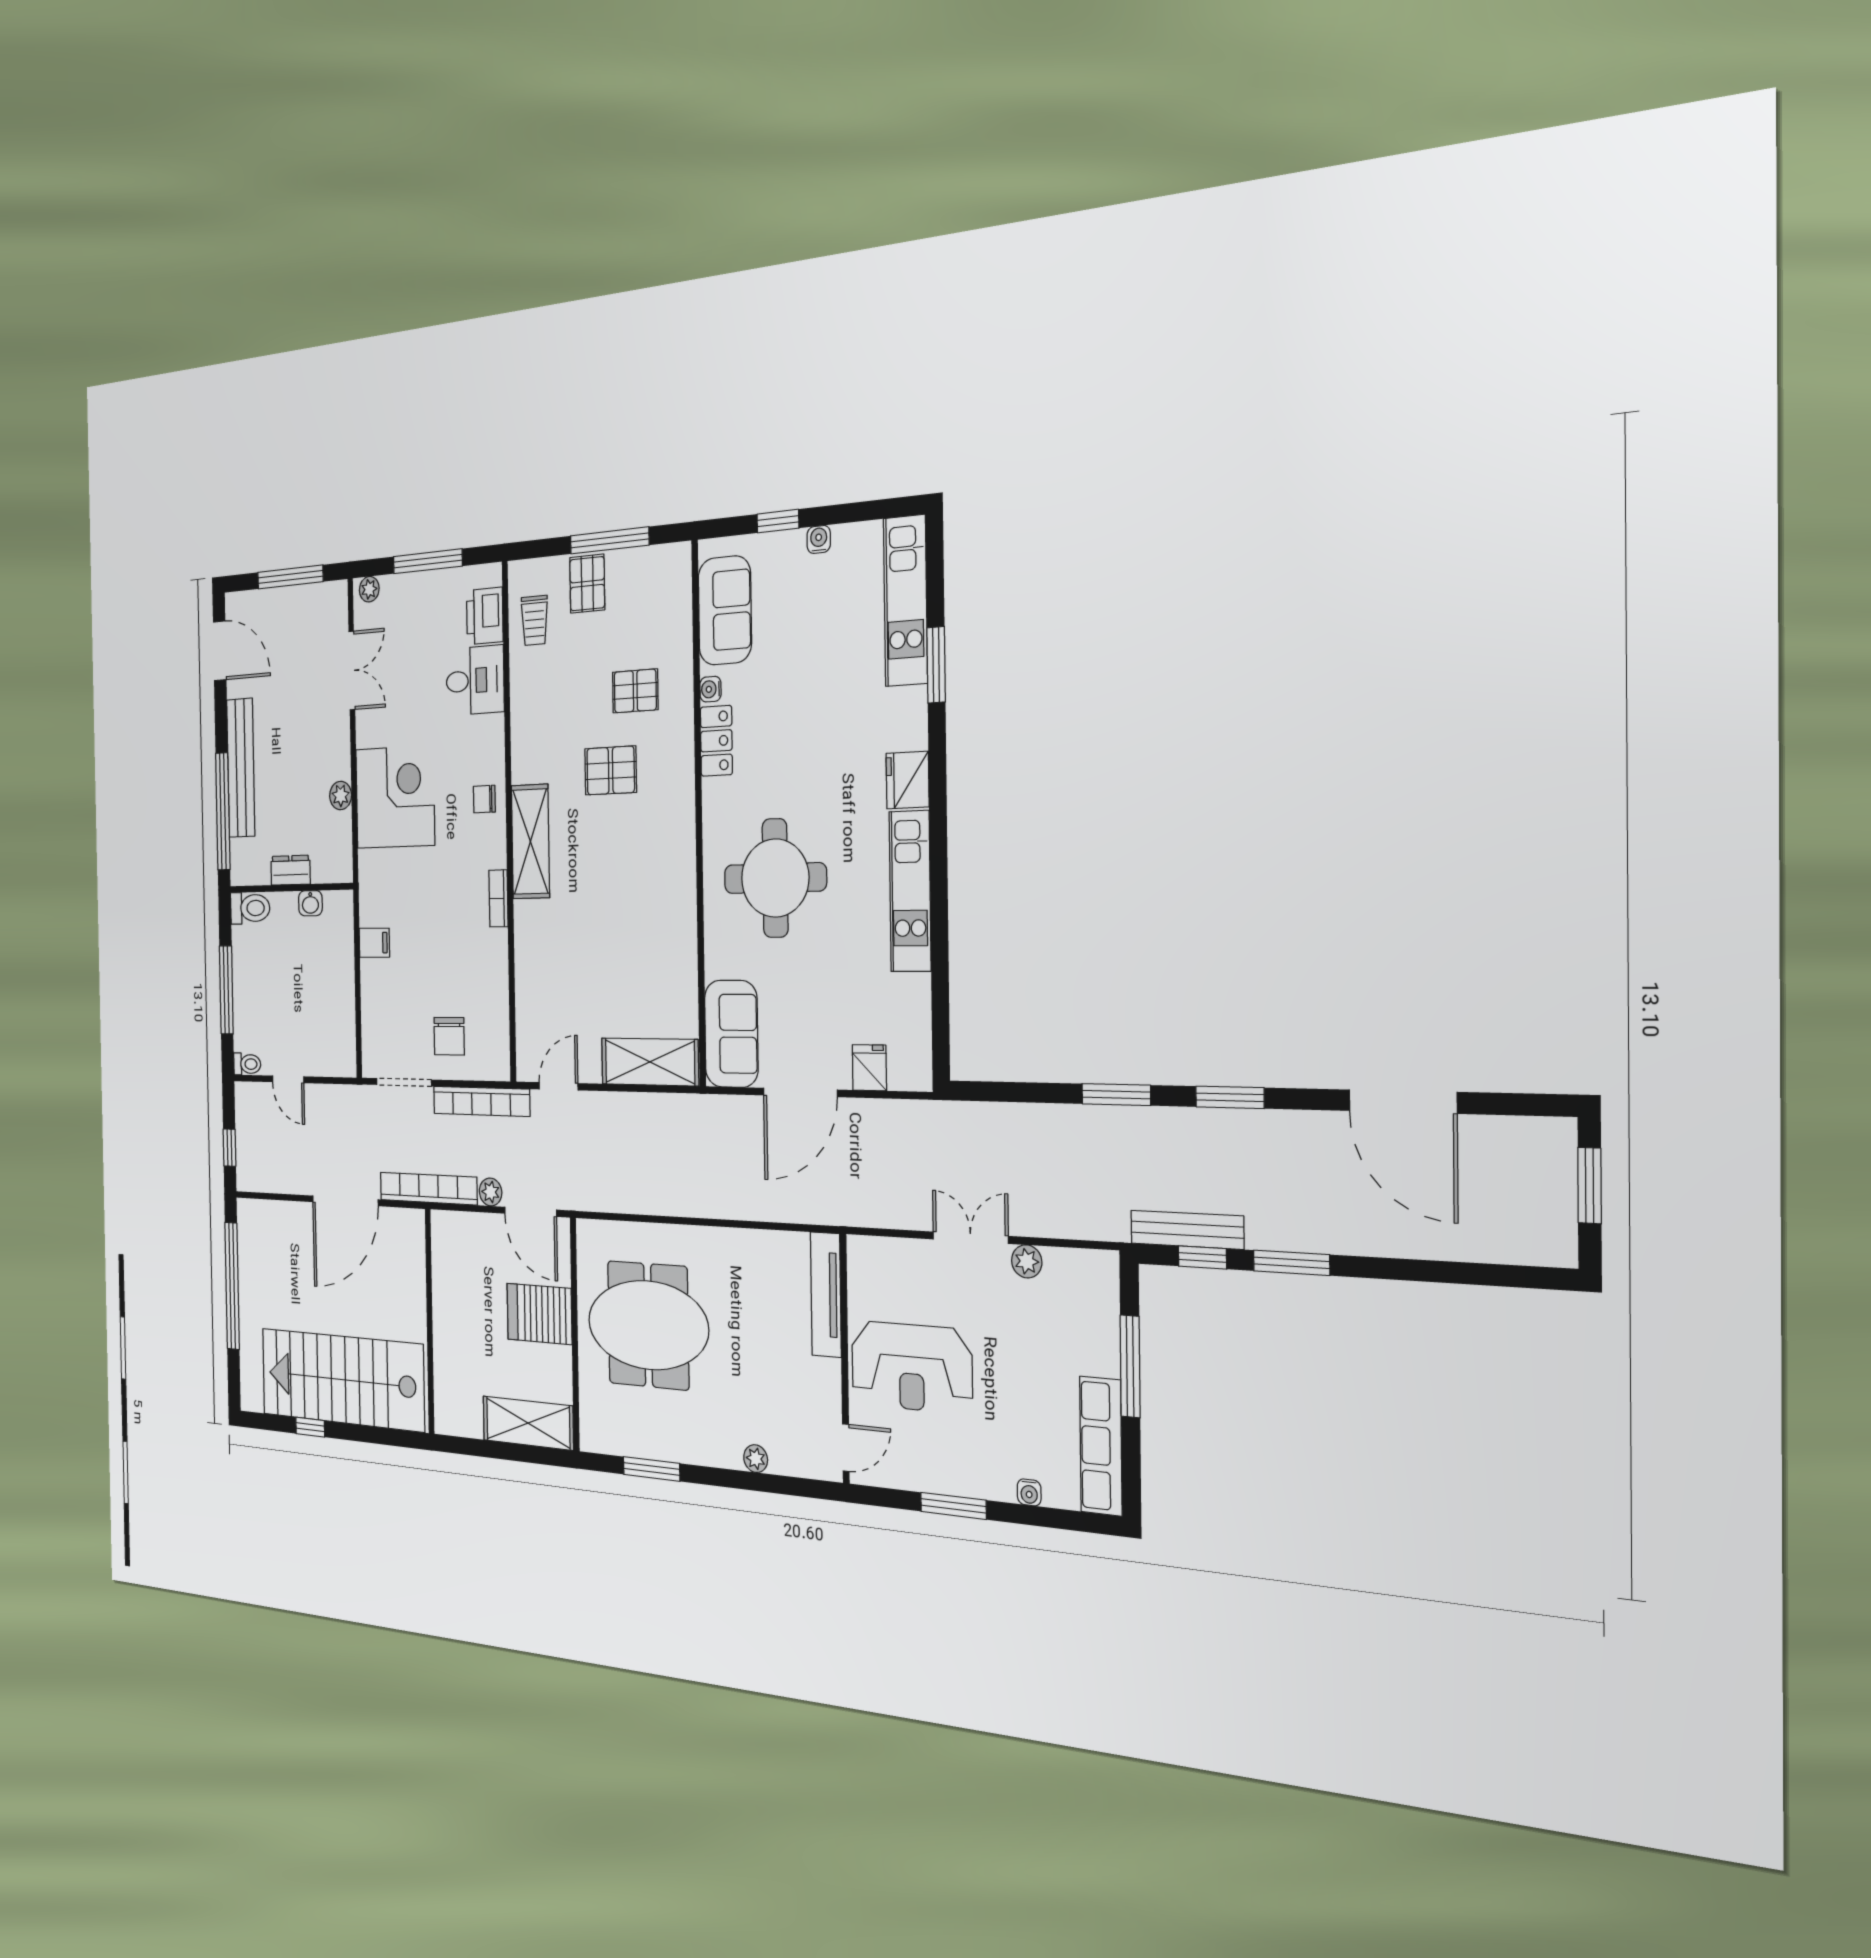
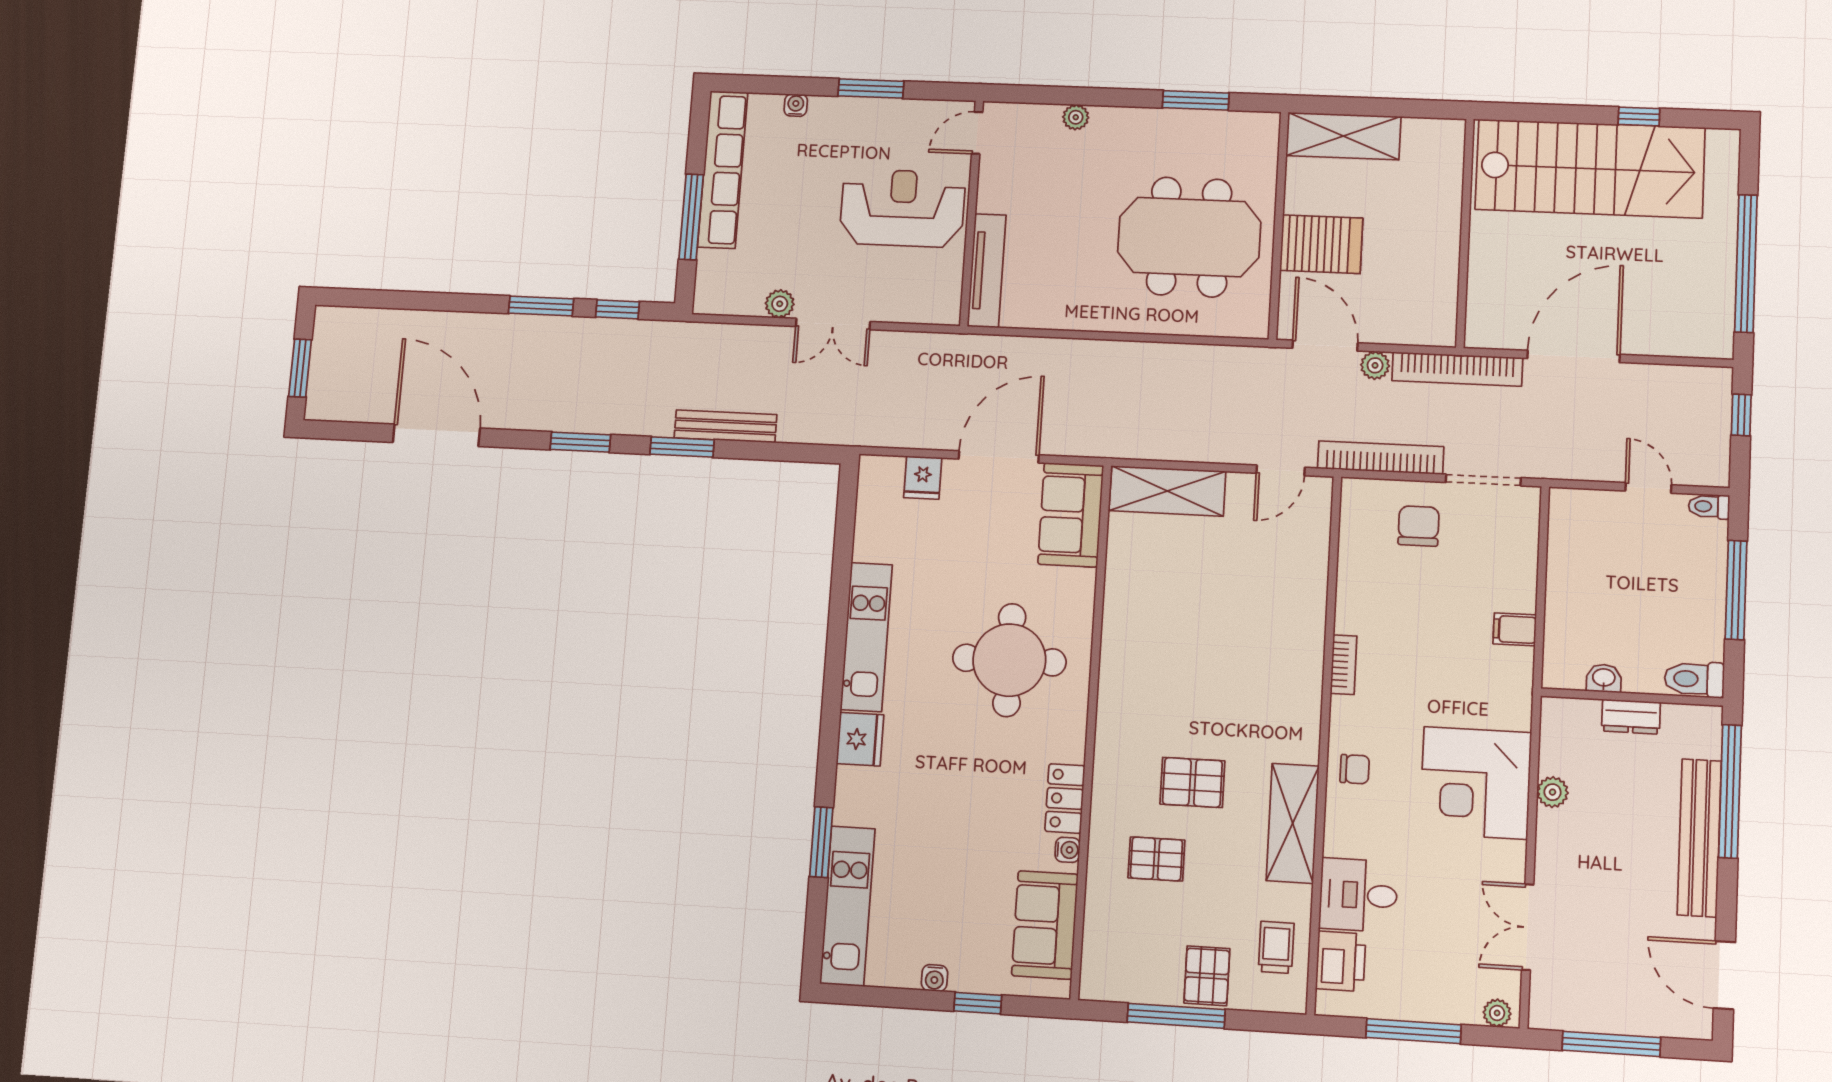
shelving: (530, 842) -> (1293, 823), moved
bench: (1187, 1230) -> (725, 426), moved
row of seats: (1101, 1446) -> (723, 170), width x1.36

